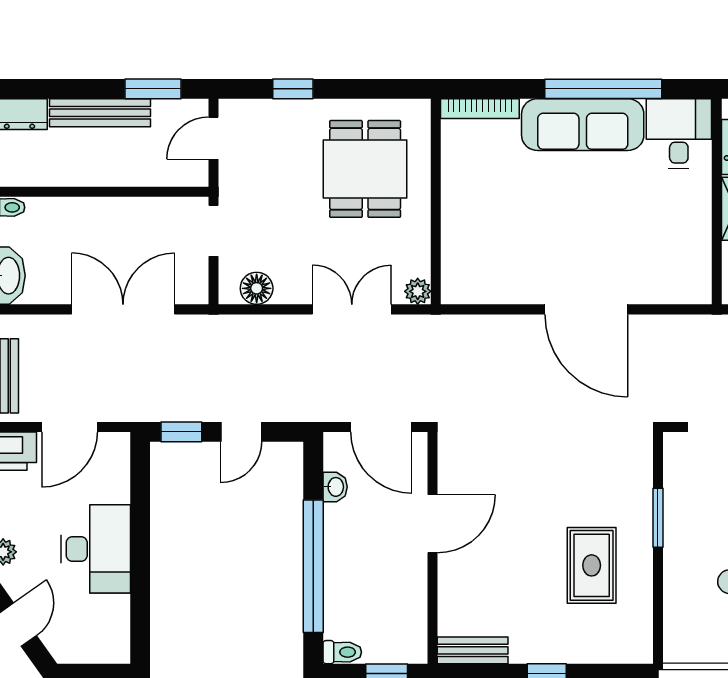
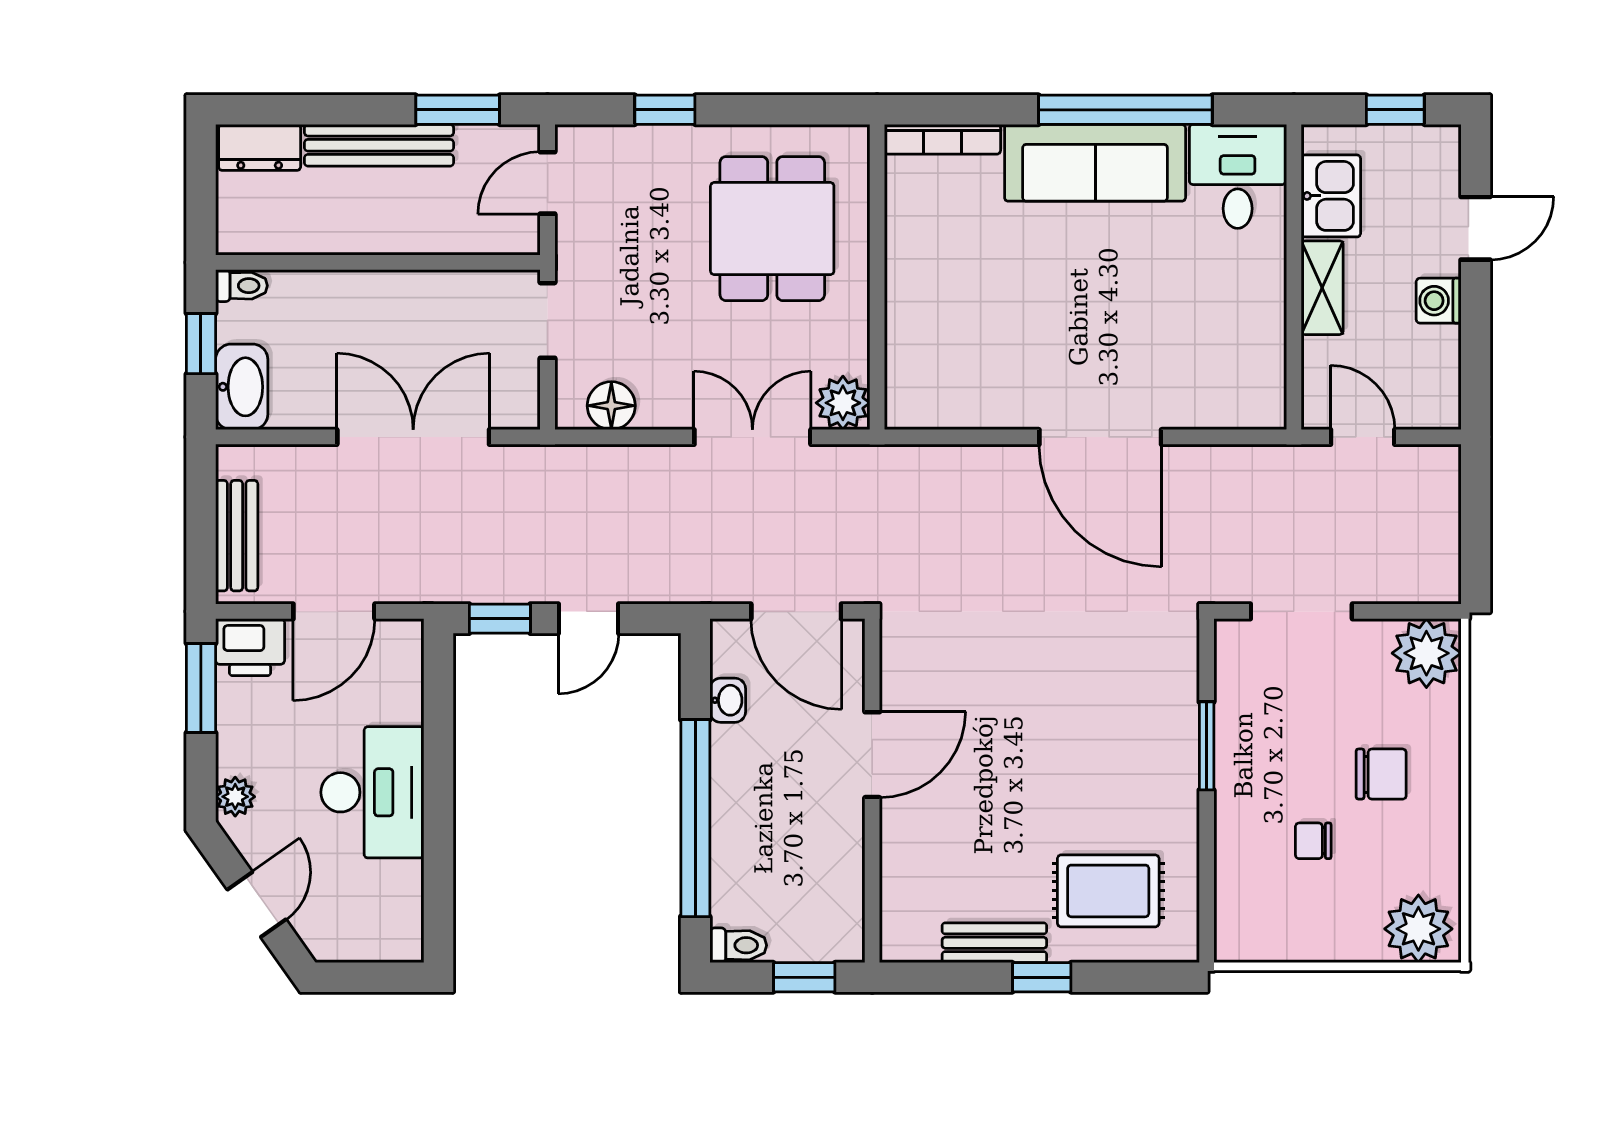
plant: (418, 291) -> (843, 403), width x1.38, depth x1.38
rug: (592, 565) -> (1108, 891), moved, turned 90
bench: (473, 650) -> (994, 943), moved

